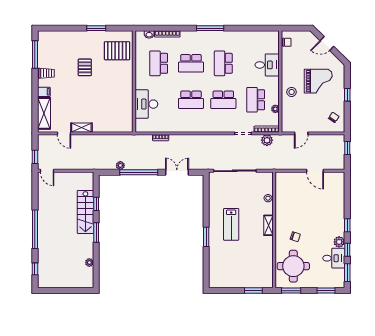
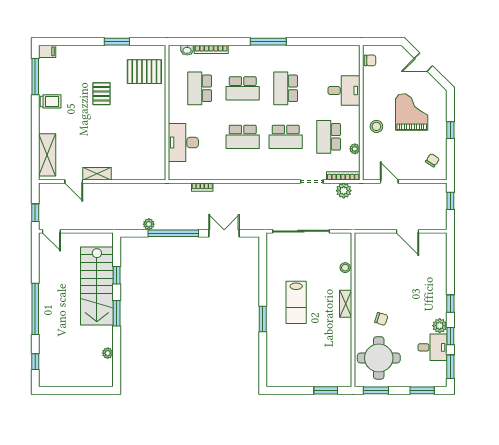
grand piano: (318, 81) -> (412, 112), turned -90
filing cabinet: (44, 92) -> (47, 51), moved
door: (301, 133) -> (389, 182), swing flipped
stairs: (85, 212) -> (97, 286), width x1.36, depth x1.51

